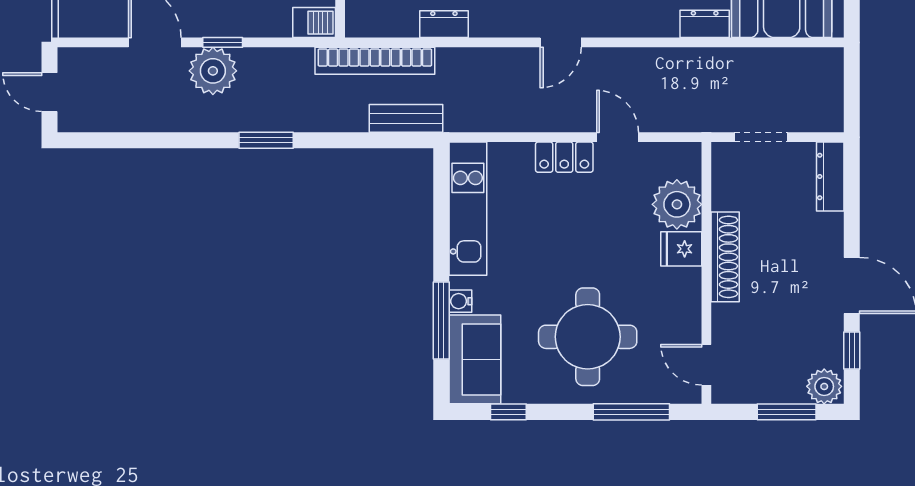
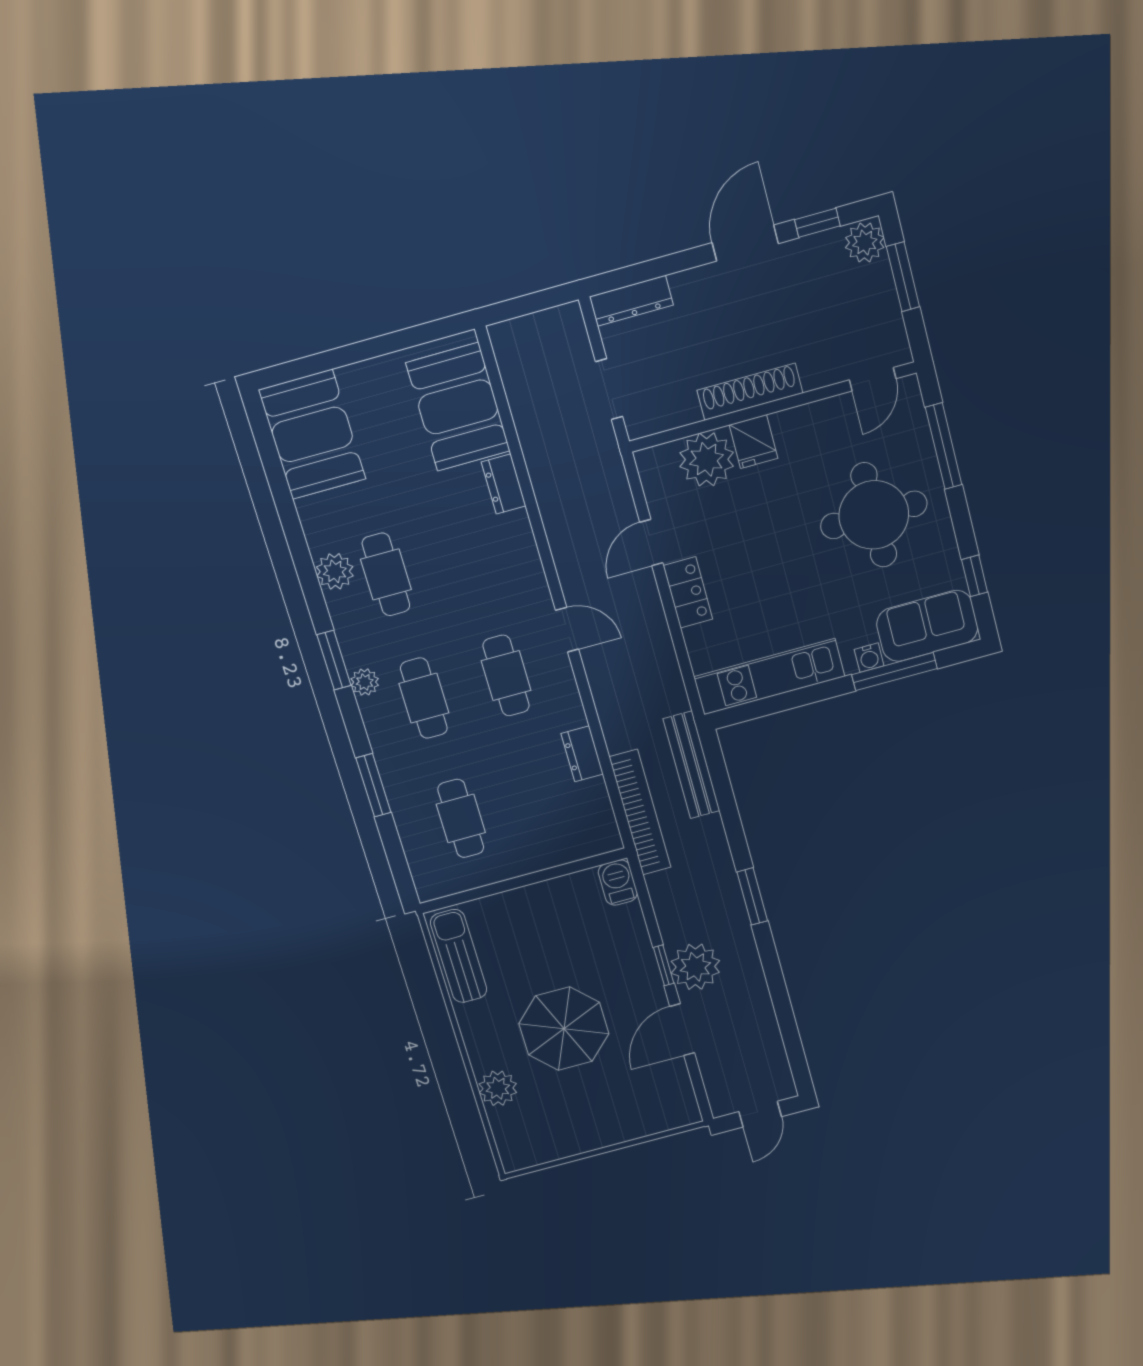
bench: (406, 118) -> (691, 765), width x1.36

